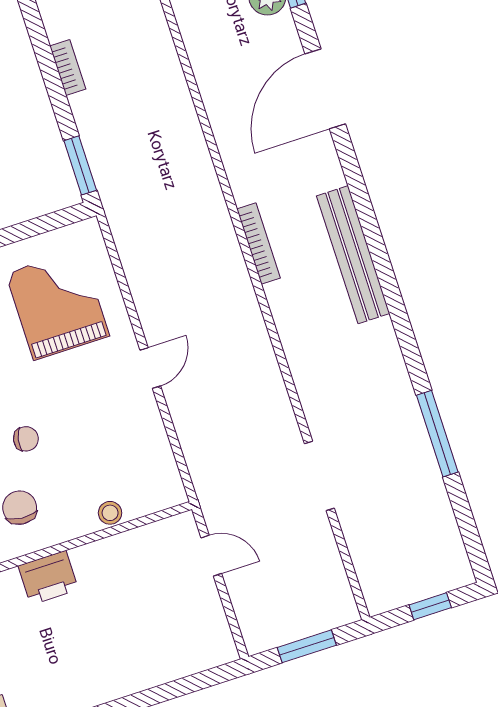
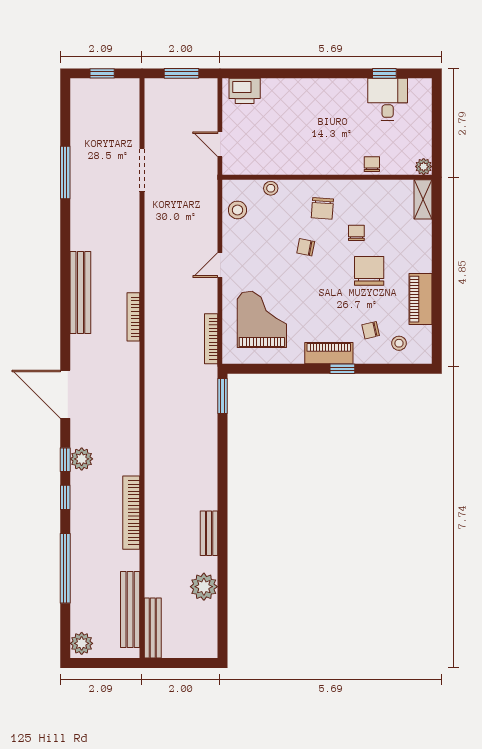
bookcase: (68, 67) -> (211, 339), moved, width x1.56
door: (325, 89) -> (65, 394), swing flipped
grand piano: (57, 305) -> (262, 319), turned 180
stool: (151, 462) -> (237, 210), added
printer: (48, 578) -> (245, 91), moved, turned 180

